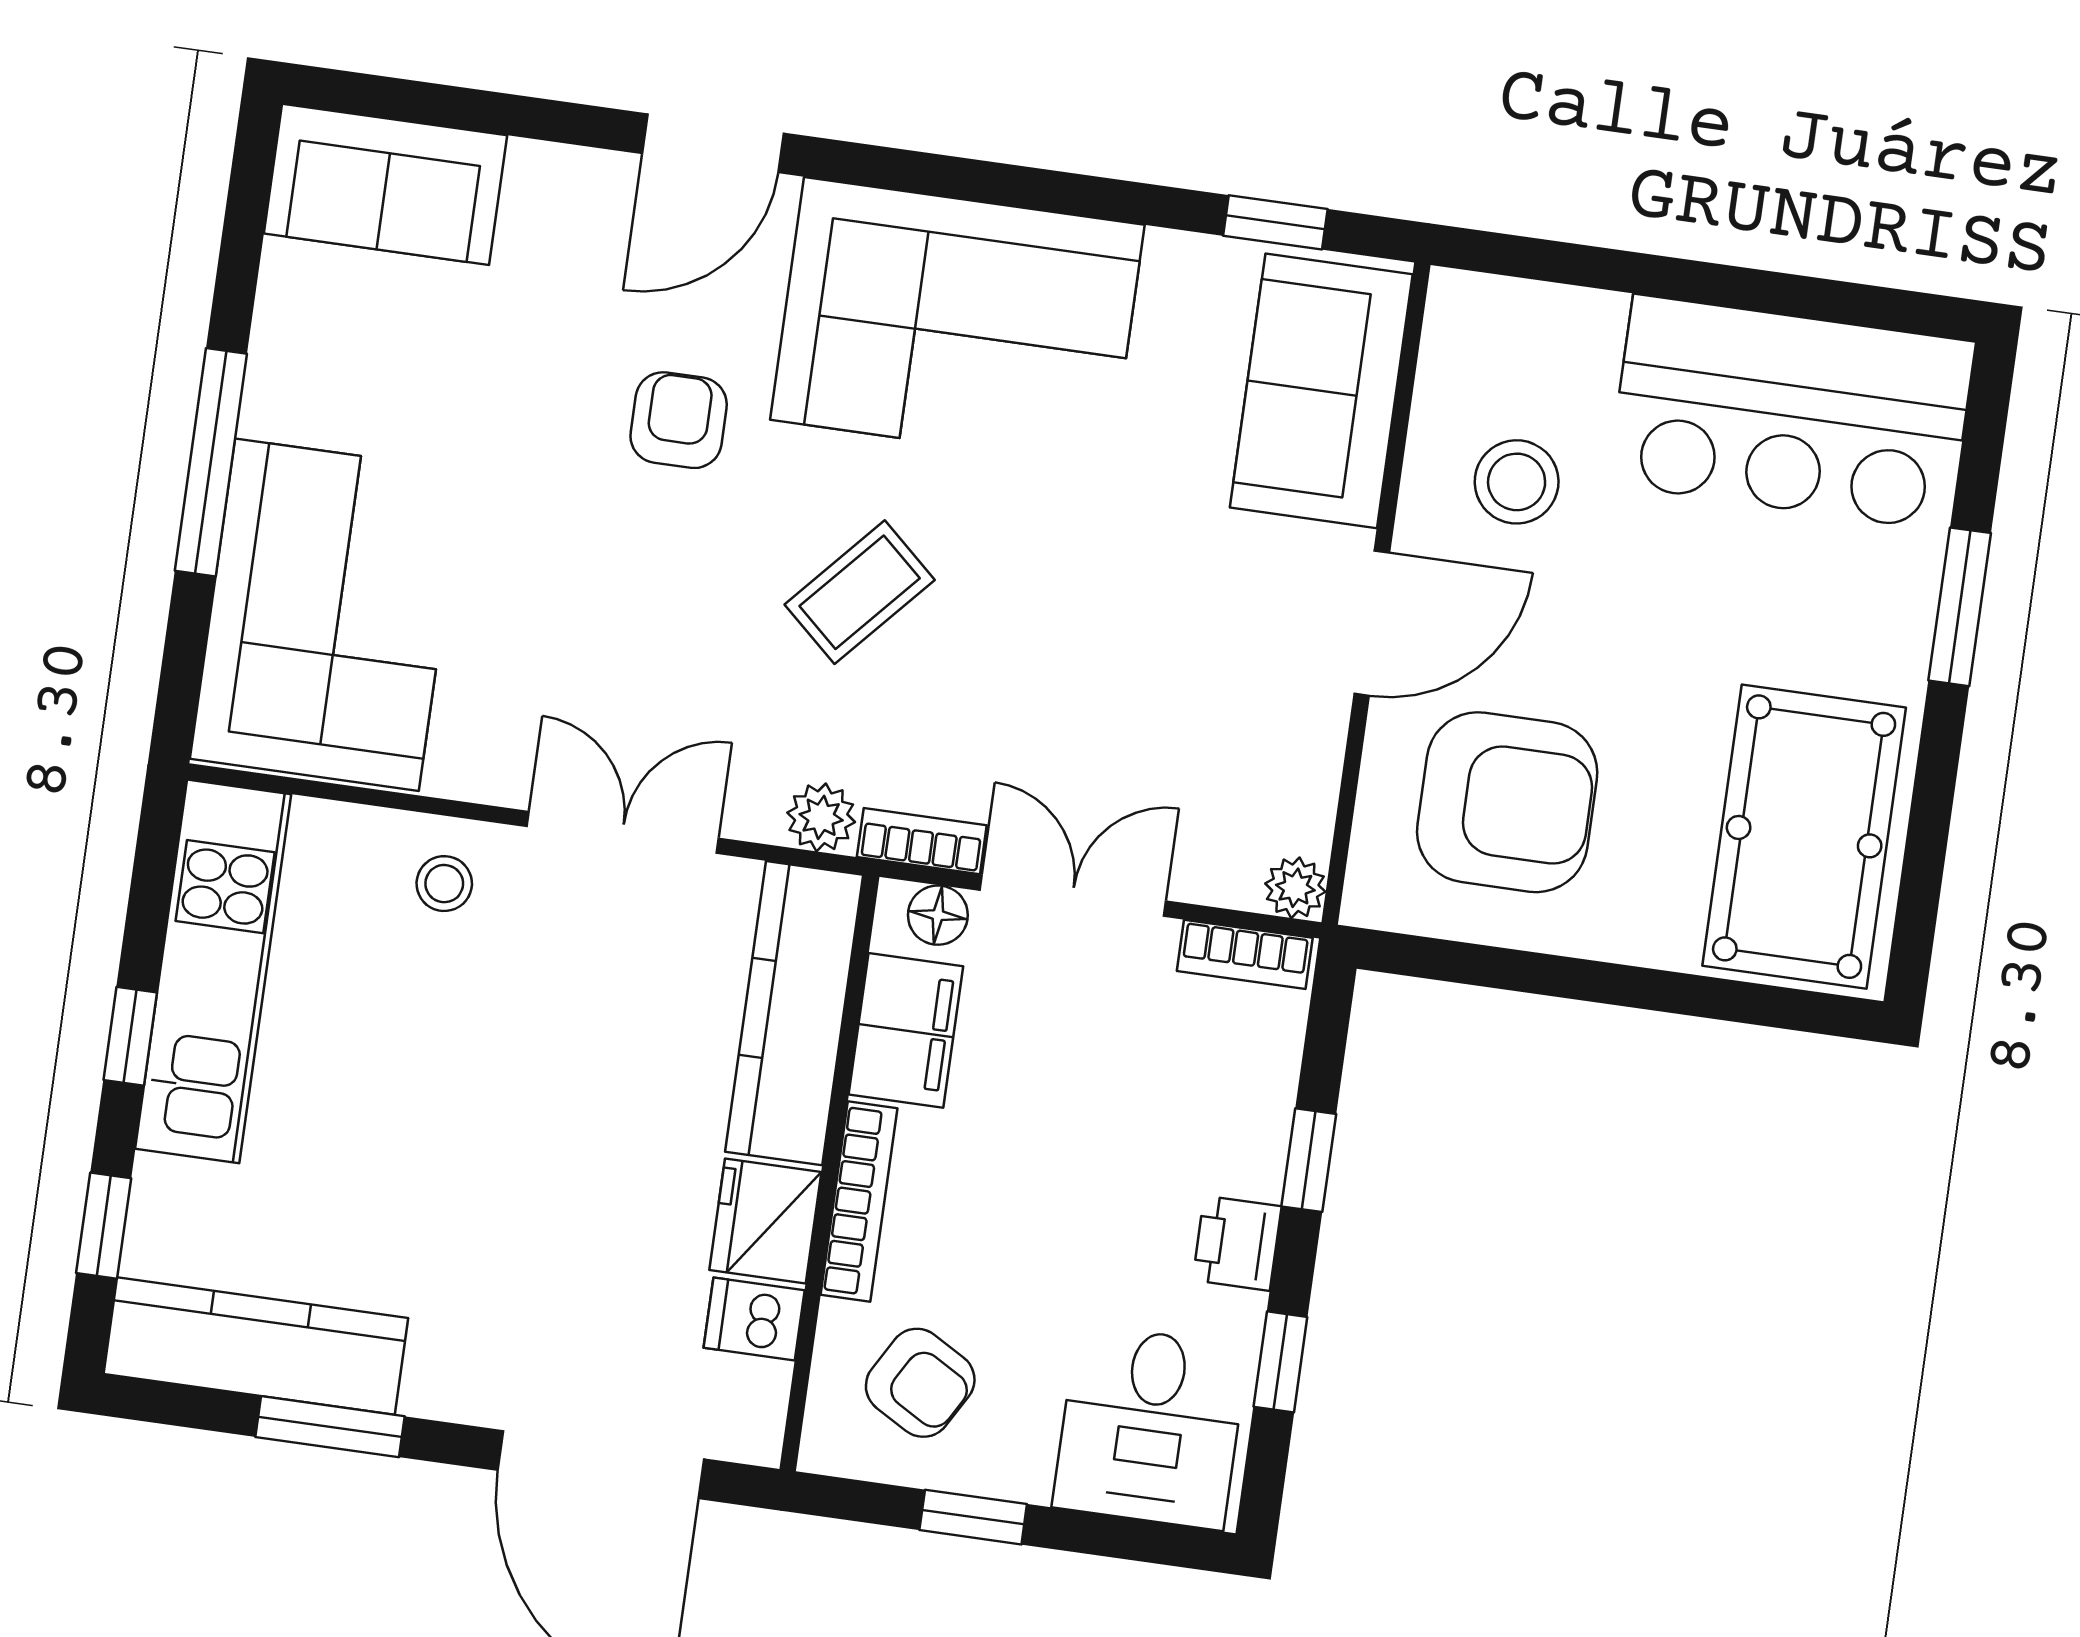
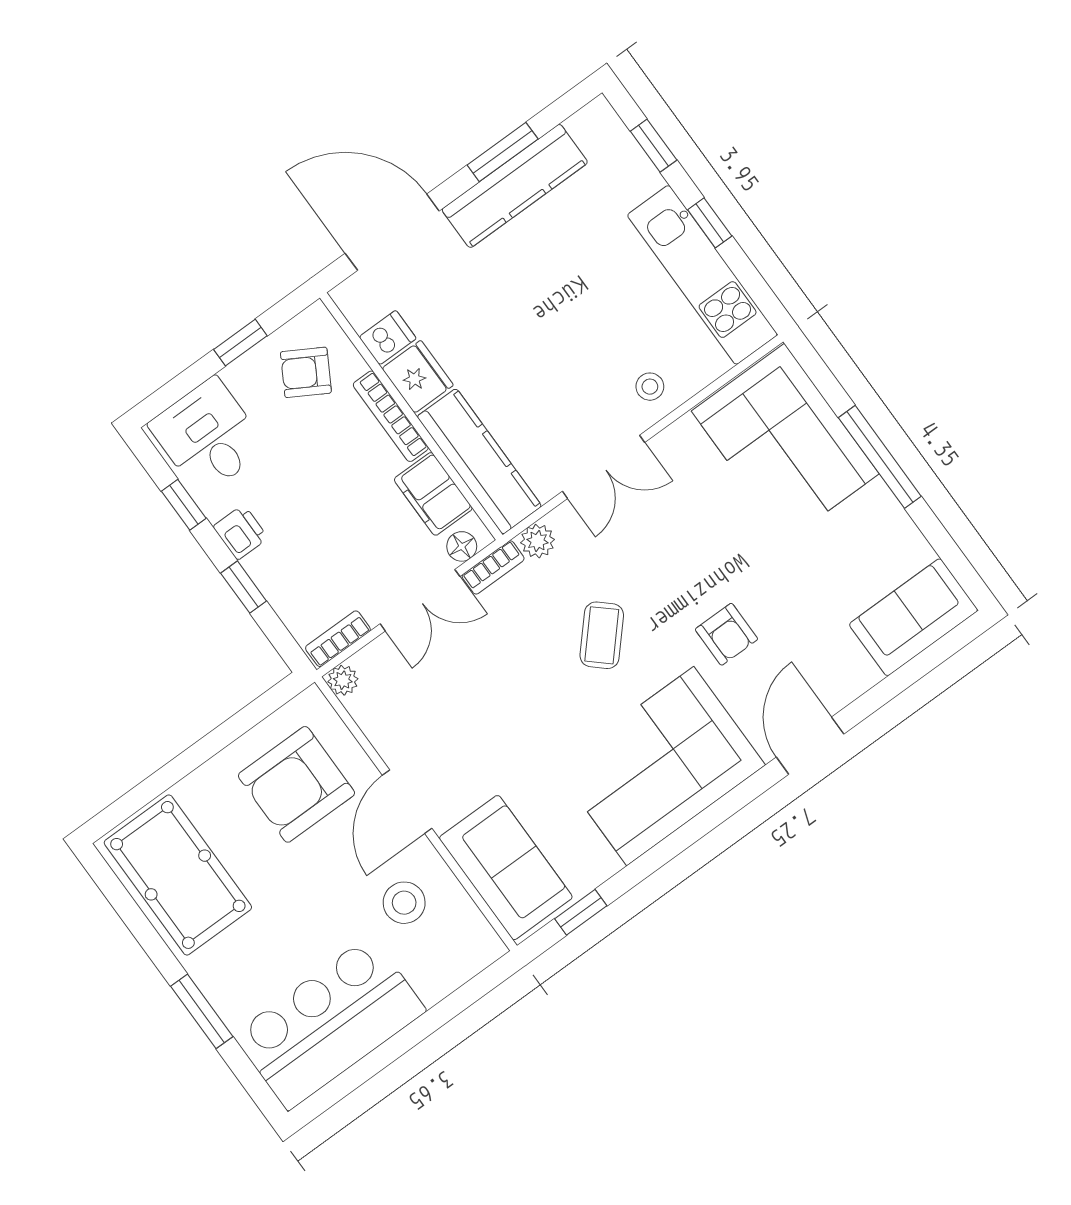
kitchen counter: (256, 1346) -> (515, 186), moved

